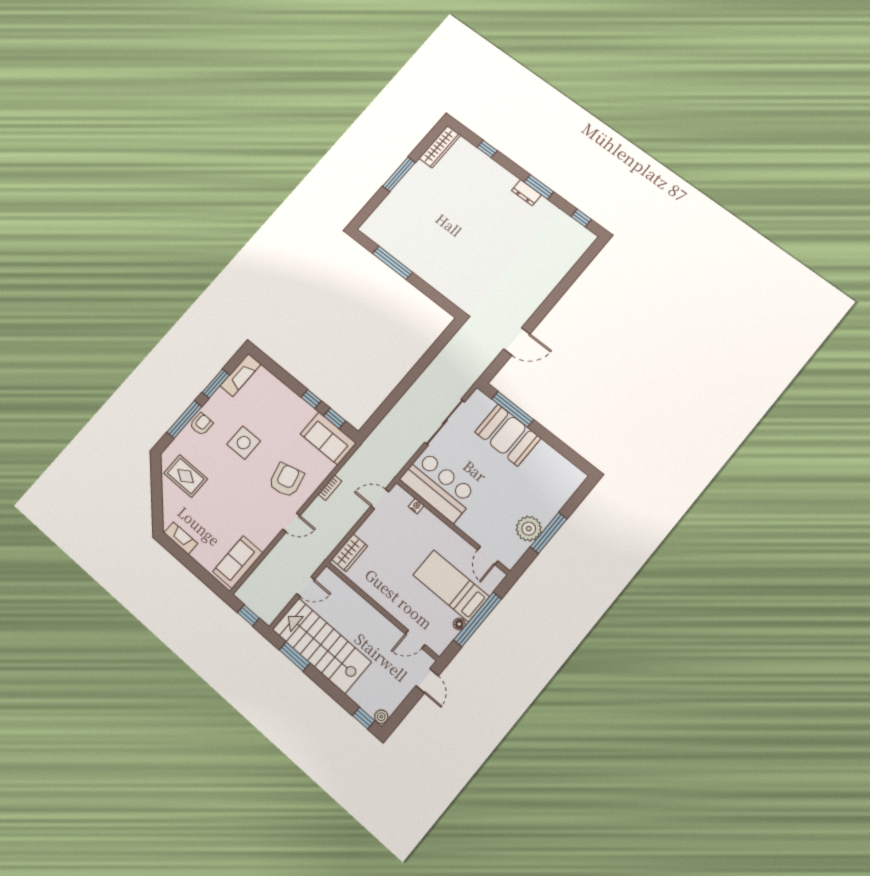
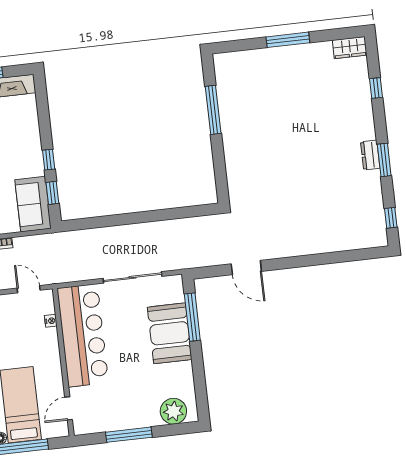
wardrobe: (440, 147) -> (350, 48), width x0.67
bar counter: (439, 486) -> (83, 335), width x1.36
plant: (529, 529) -> (173, 411), moved

